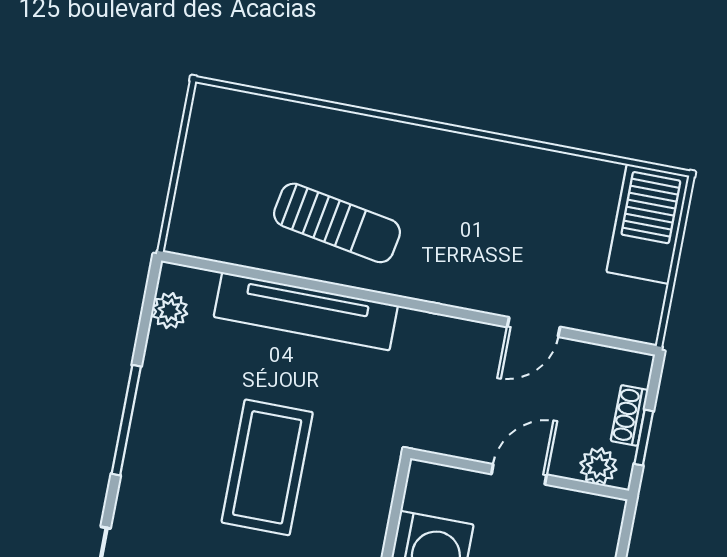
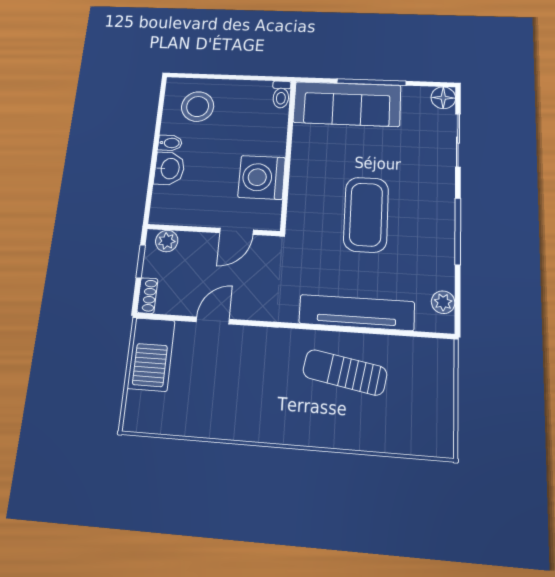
barbecue: (648, 224) -> (151, 354), moved
shoe rack: (629, 415) -> (147, 296), moved
door: (519, 474) -> (236, 231), moved

